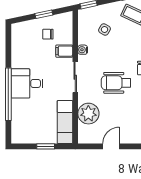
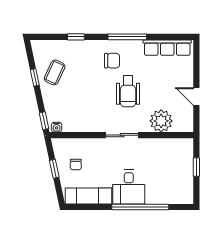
side table: (105, 29) -> (71, 104), removed
water cooler: (83, 50) -> (57, 127), moved
filing cabinet: (64, 51) -> (94, 147), removed
exam couch: (65, 122) -> (89, 196), moved, turned 180

